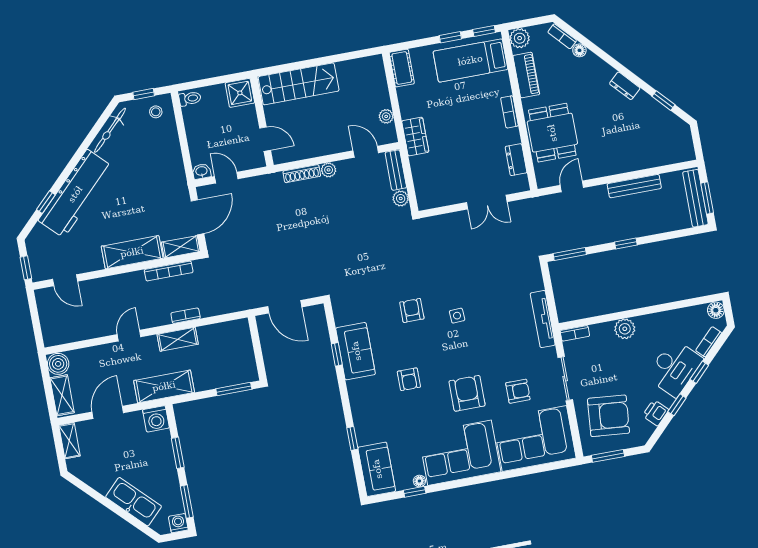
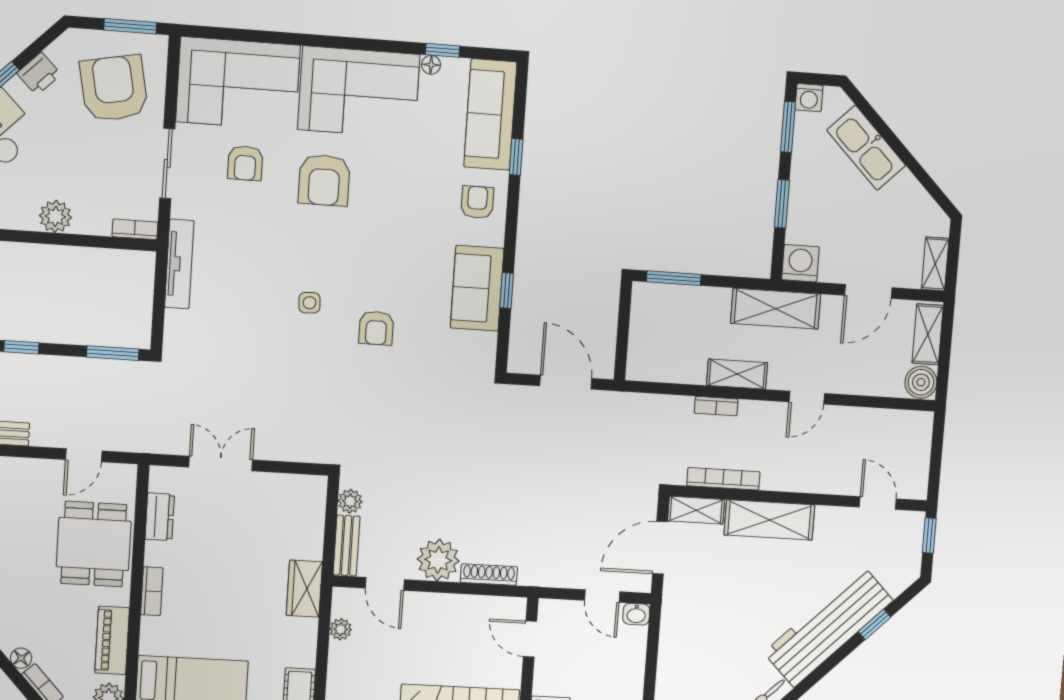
plant: (329, 170) -> (438, 560), width x1.88, depth x1.88
armchair: (409, 379) -> (477, 202), moved
armchair: (518, 391) -> (245, 163), turned -90
armchair: (609, 416) -> (114, 88), turned 74
sofa: (377, 469) -> (490, 114), width x1.36

